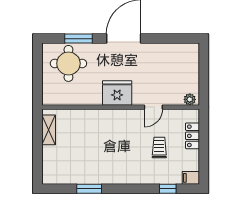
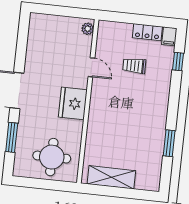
round table: (68, 63) -> (52, 157), moved
shelving: (49, 130) -> (111, 177), width x1.50, depth x1.33
locker: (192, 136) -> (147, 32), moved

